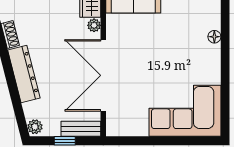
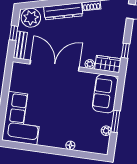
plant: (35, 127) -> (31, 18), width x1.87, depth x1.87

